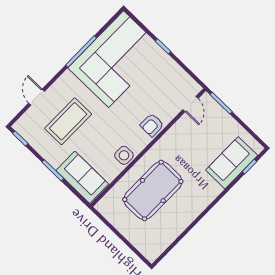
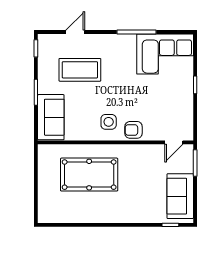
corner sofa: (116, 59) -> (165, 54), width x0.73, depth x0.74
side table: (124, 155) -> (109, 122), moved
sofa: (232, 163) -> (180, 196), moved, turned -90

